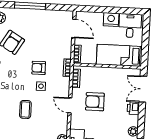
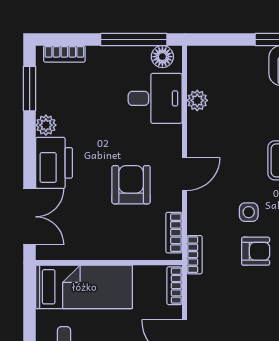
armchair: (95, 102) -> (131, 185), turned -90
door: (70, 105) -> (184, 174), hinge flipped
printer: (133, 108) -> (54, 163), width x1.87, depth x1.48

